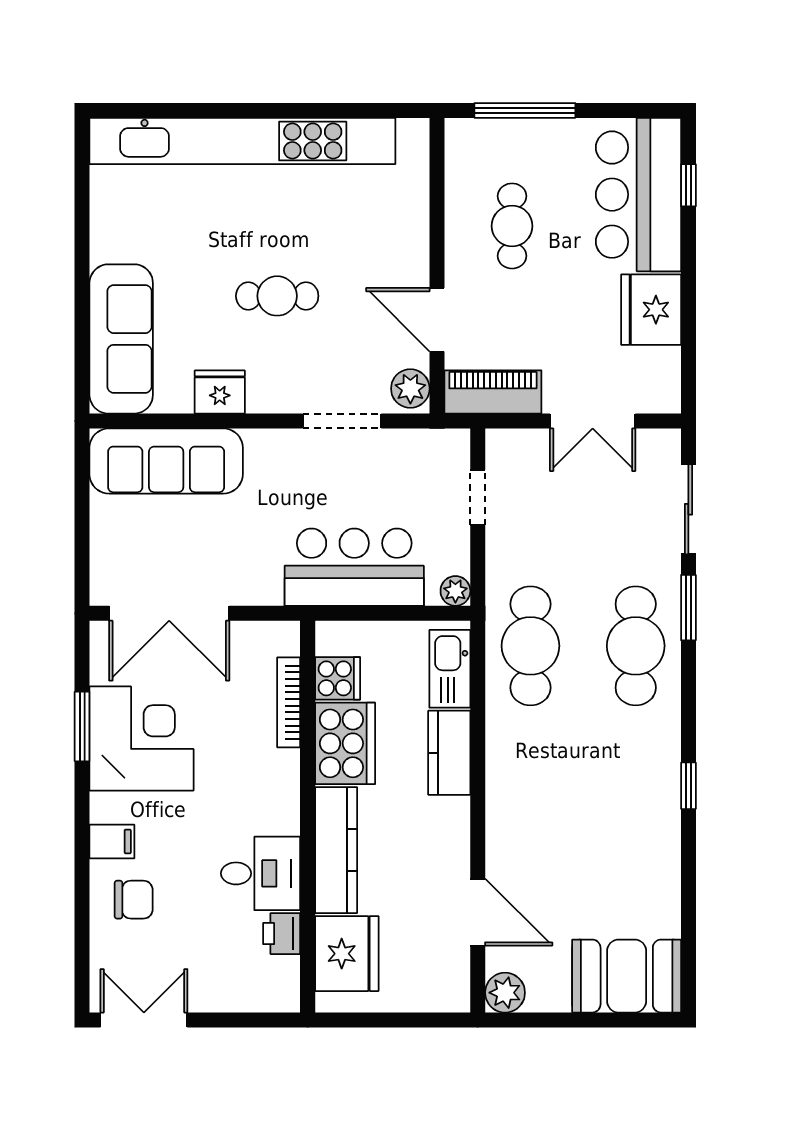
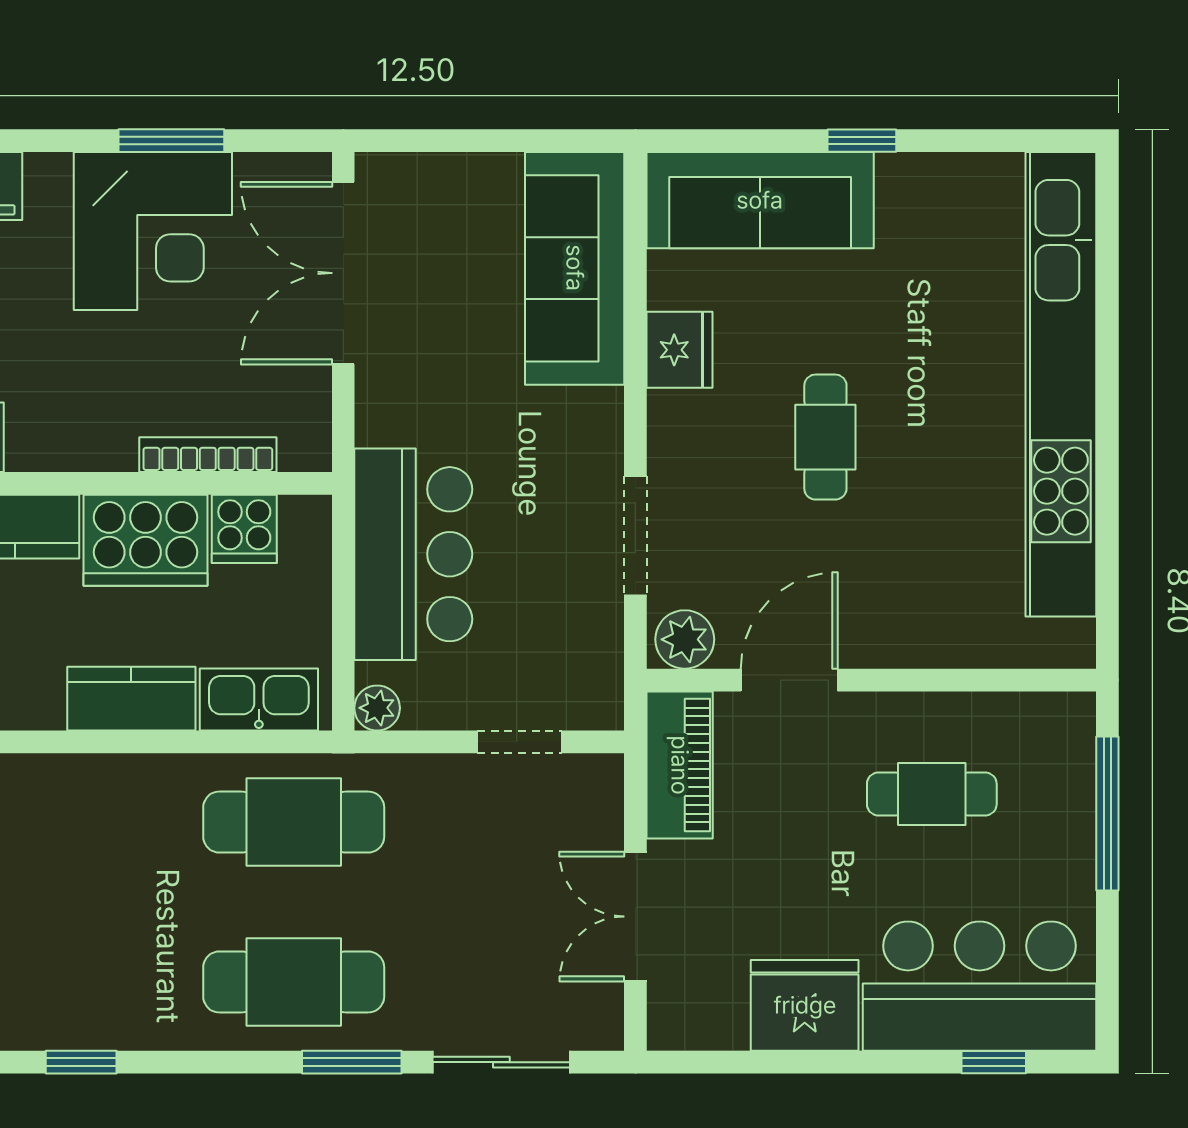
window: (82, 272) -> (862, 141), added

